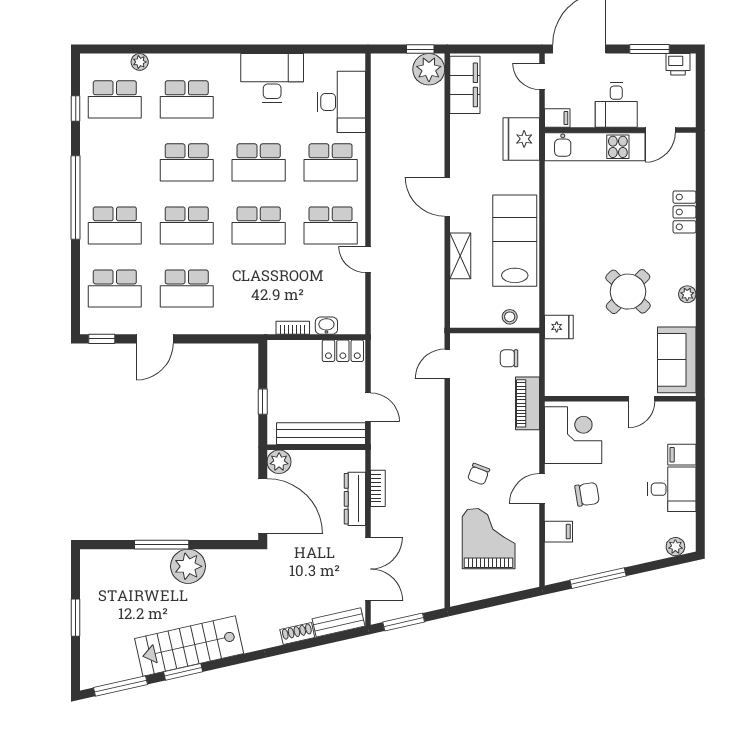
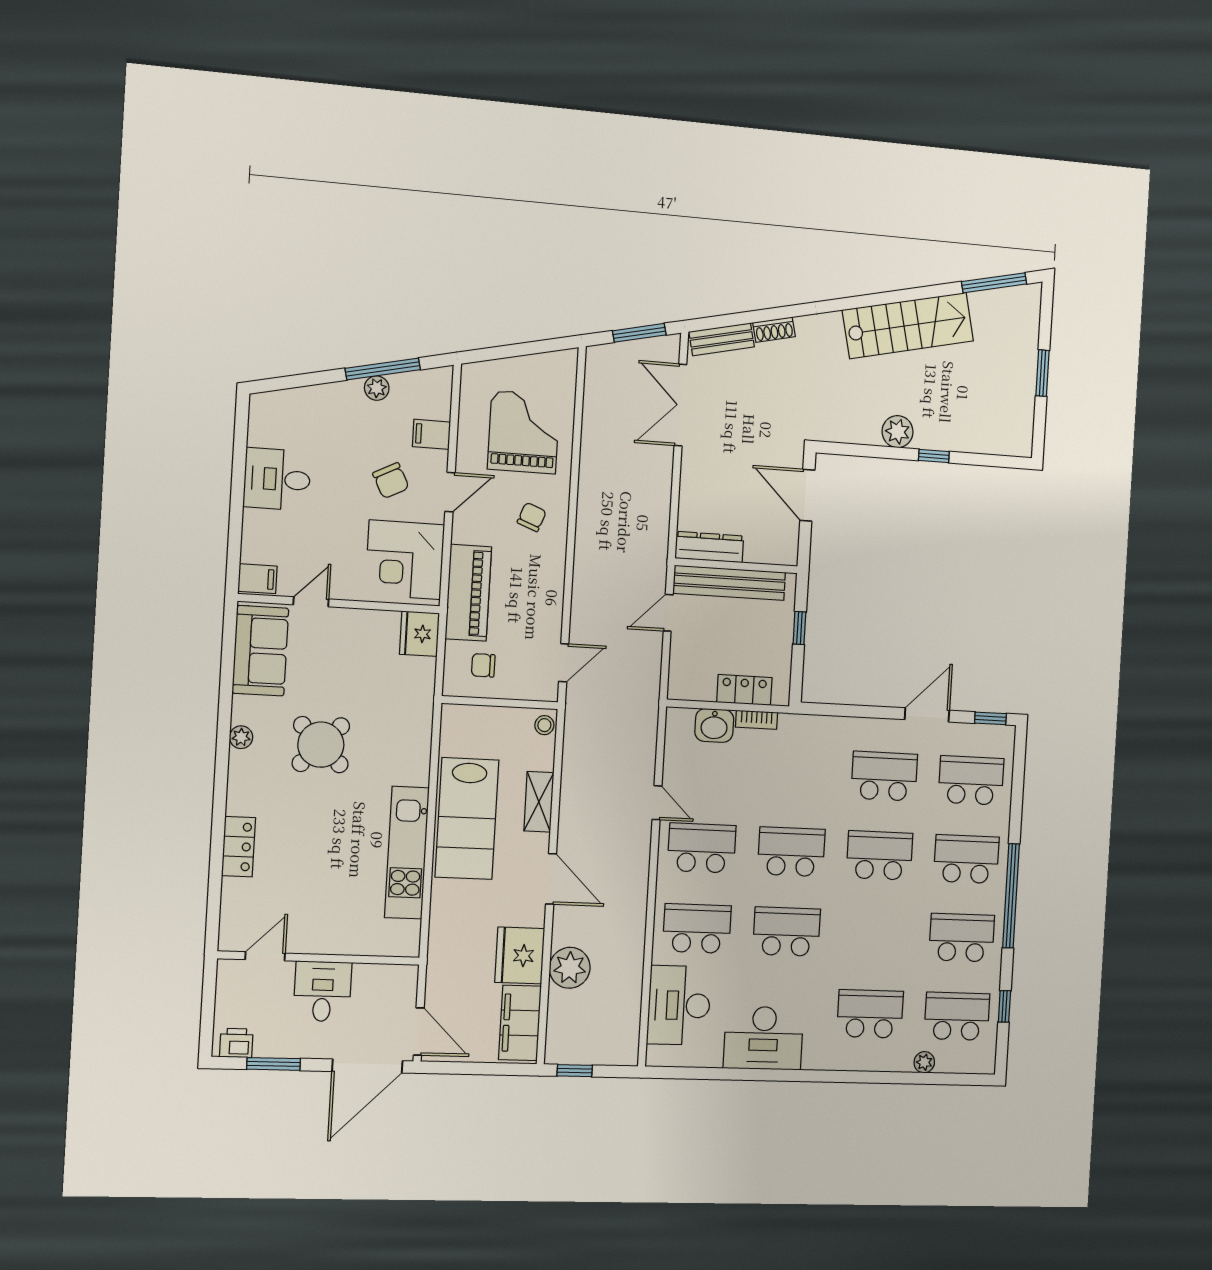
plant: (429, 69) -> (570, 968), moved
door: (542, 76) -> (419, 1032), width x1.38
filing cabinet: (557, 118) -> (402, 976), removed
fridge: (521, 139) -> (520, 955), moved, turned 180
kitchen unit: (595, 147) -> (407, 853), moved, turned -90
school desk: (187, 162) -> (962, 938), moved
stool: (510, 317) -> (544, 725), moved
washbasin: (326, 326) -> (714, 725), width x1.38, depth x1.45
fridge: (559, 327) -> (419, 634), moved, width x1.38
locker: (343, 351) -> (744, 690), moved
chair: (509, 358) -> (483, 665), turned 180
piano: (528, 403) -> (468, 593), width x1.37, depth x1.33
door: (368, 407) -> (668, 613), hinge flipped
filing cabinet: (682, 455) -> (257, 579), moved
plant: (279, 462) -> (784, 550), removed
bookcase: (378, 488) -> (662, 508), removed
chair: (587, 494) -> (391, 481), turned -108
dresser: (355, 499) -> (709, 547), moved, turned -90
door: (263, 506) -> (807, 495), width x0.73
grand piano: (489, 539) -> (524, 432), turned 180
window: (162, 545) -> (934, 456), width x0.46
plant: (675, 547) -> (377, 388), moved
plant: (188, 566) -> (898, 432), width x0.73, depth x0.73
window: (183, 672) -> (917, 294), removed

